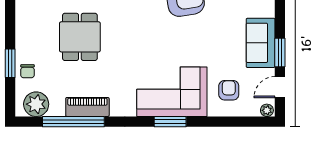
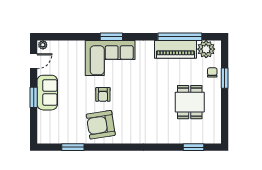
dining table: (80, 37) -> (190, 102), moved
window: (280, 53) -> (34, 97), moved
armchair: (229, 90) -> (103, 94), moved
piano: (87, 107) -> (175, 49), width x1.37, depth x1.33

